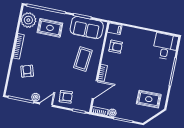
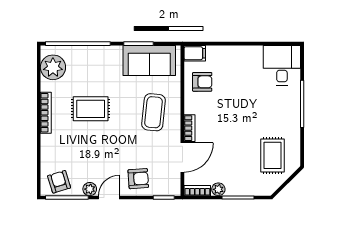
rug: (50, 28) -> (91, 109), moved
armchair: (27, 71) -> (59, 182), moved
rug: (149, 99) -> (272, 155), turned 90

